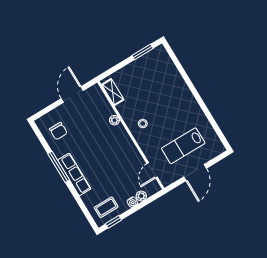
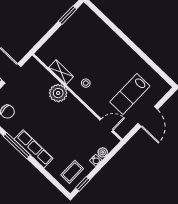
shelving: (113, 92) -> (61, 72), moved
plant: (114, 120) -> (58, 93), width x1.88, depth x1.88
door: (152, 170) -> (106, 125), swing flipped

